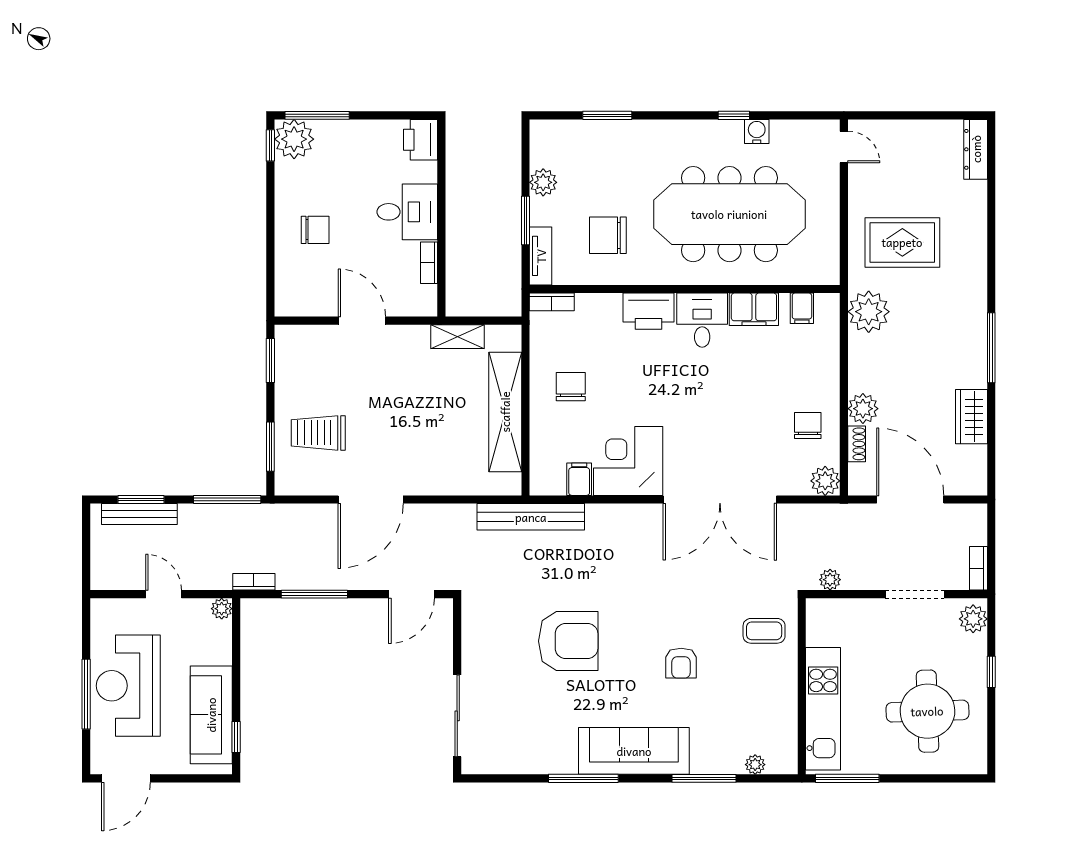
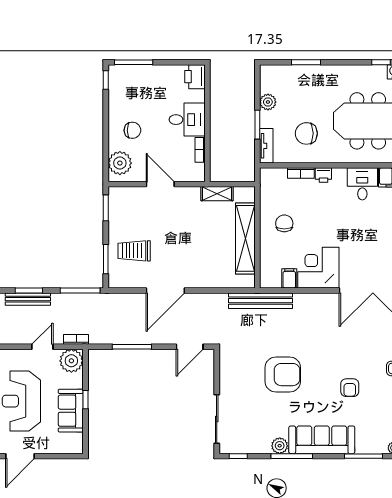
plant: (294, 139) -> (120, 163), moved
bookcase: (552, 302) -> (301, 173), moved
printer: (649, 311) -> (323, 175), width x0.53, depth x0.68
bookcase: (254, 582) -> (76, 339), moved
door: (164, 594) -> (42, 347), hinge flipped
plant: (222, 609) -> (71, 361), width x1.88, depth x1.88
sofa: (211, 715) -> (71, 411), width x0.73
window: (236, 737) -> (85, 400), moved
plant: (563, 761) -> (280, 446), added
window: (493, 778) -> (238, 456), added

